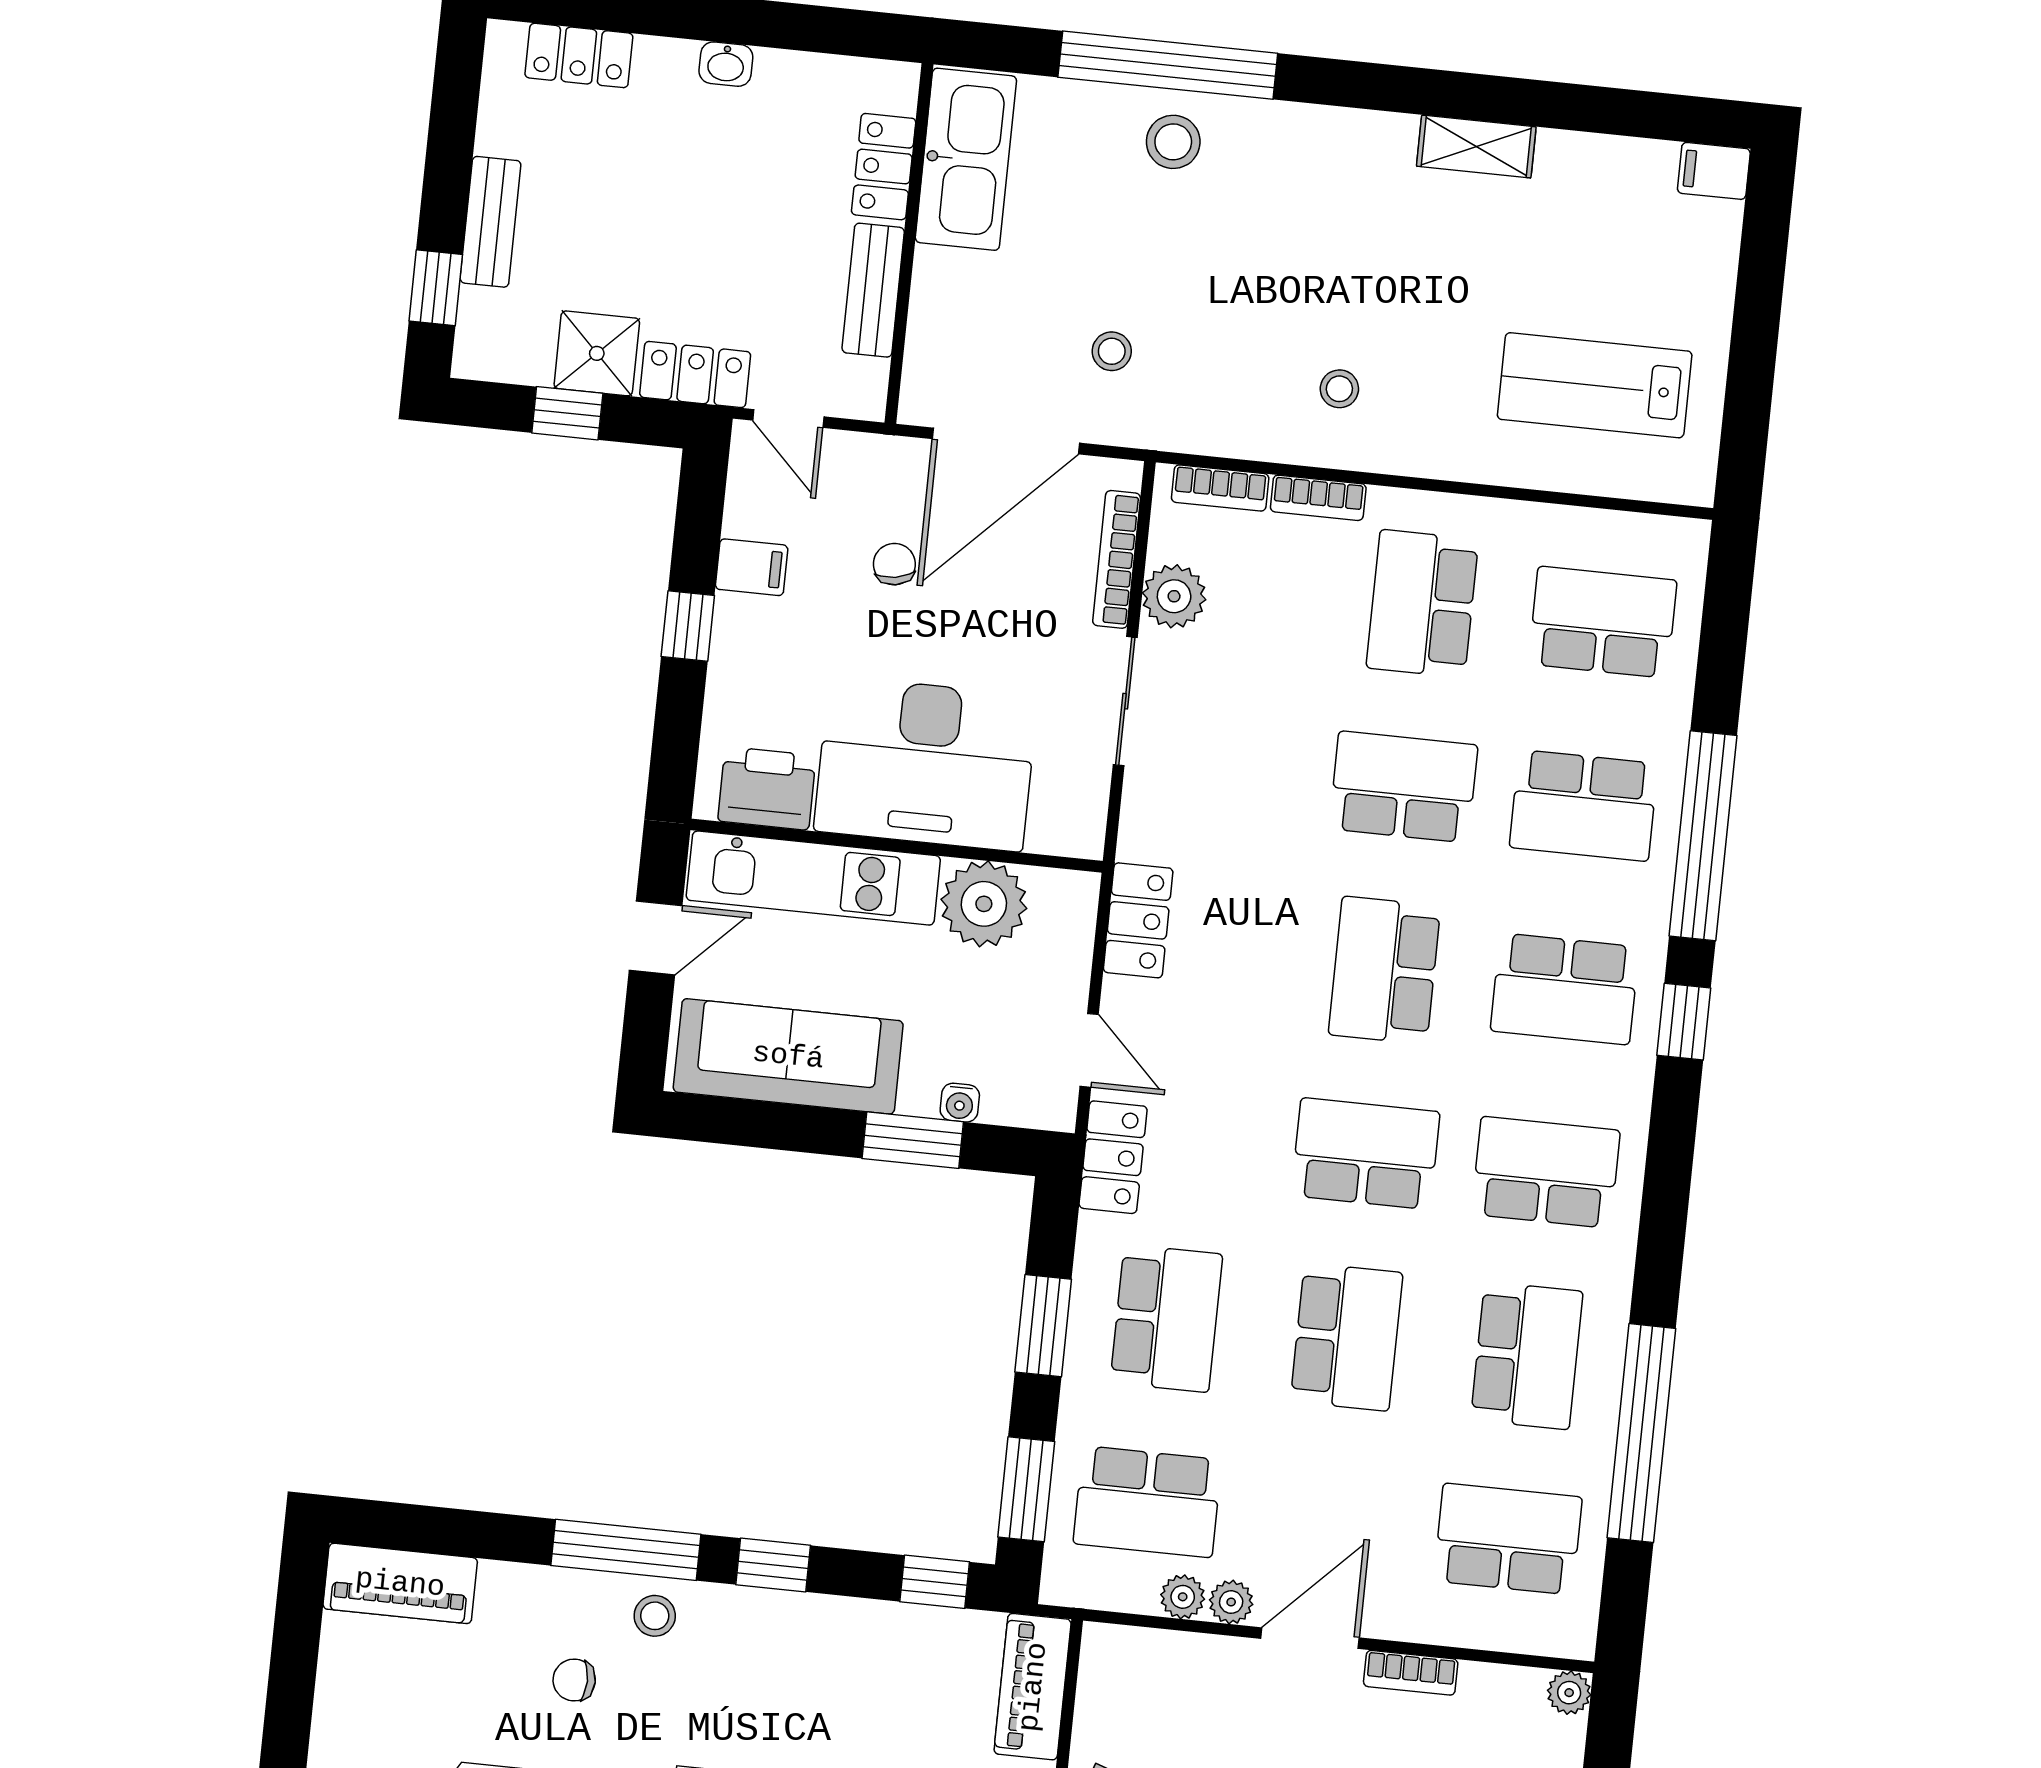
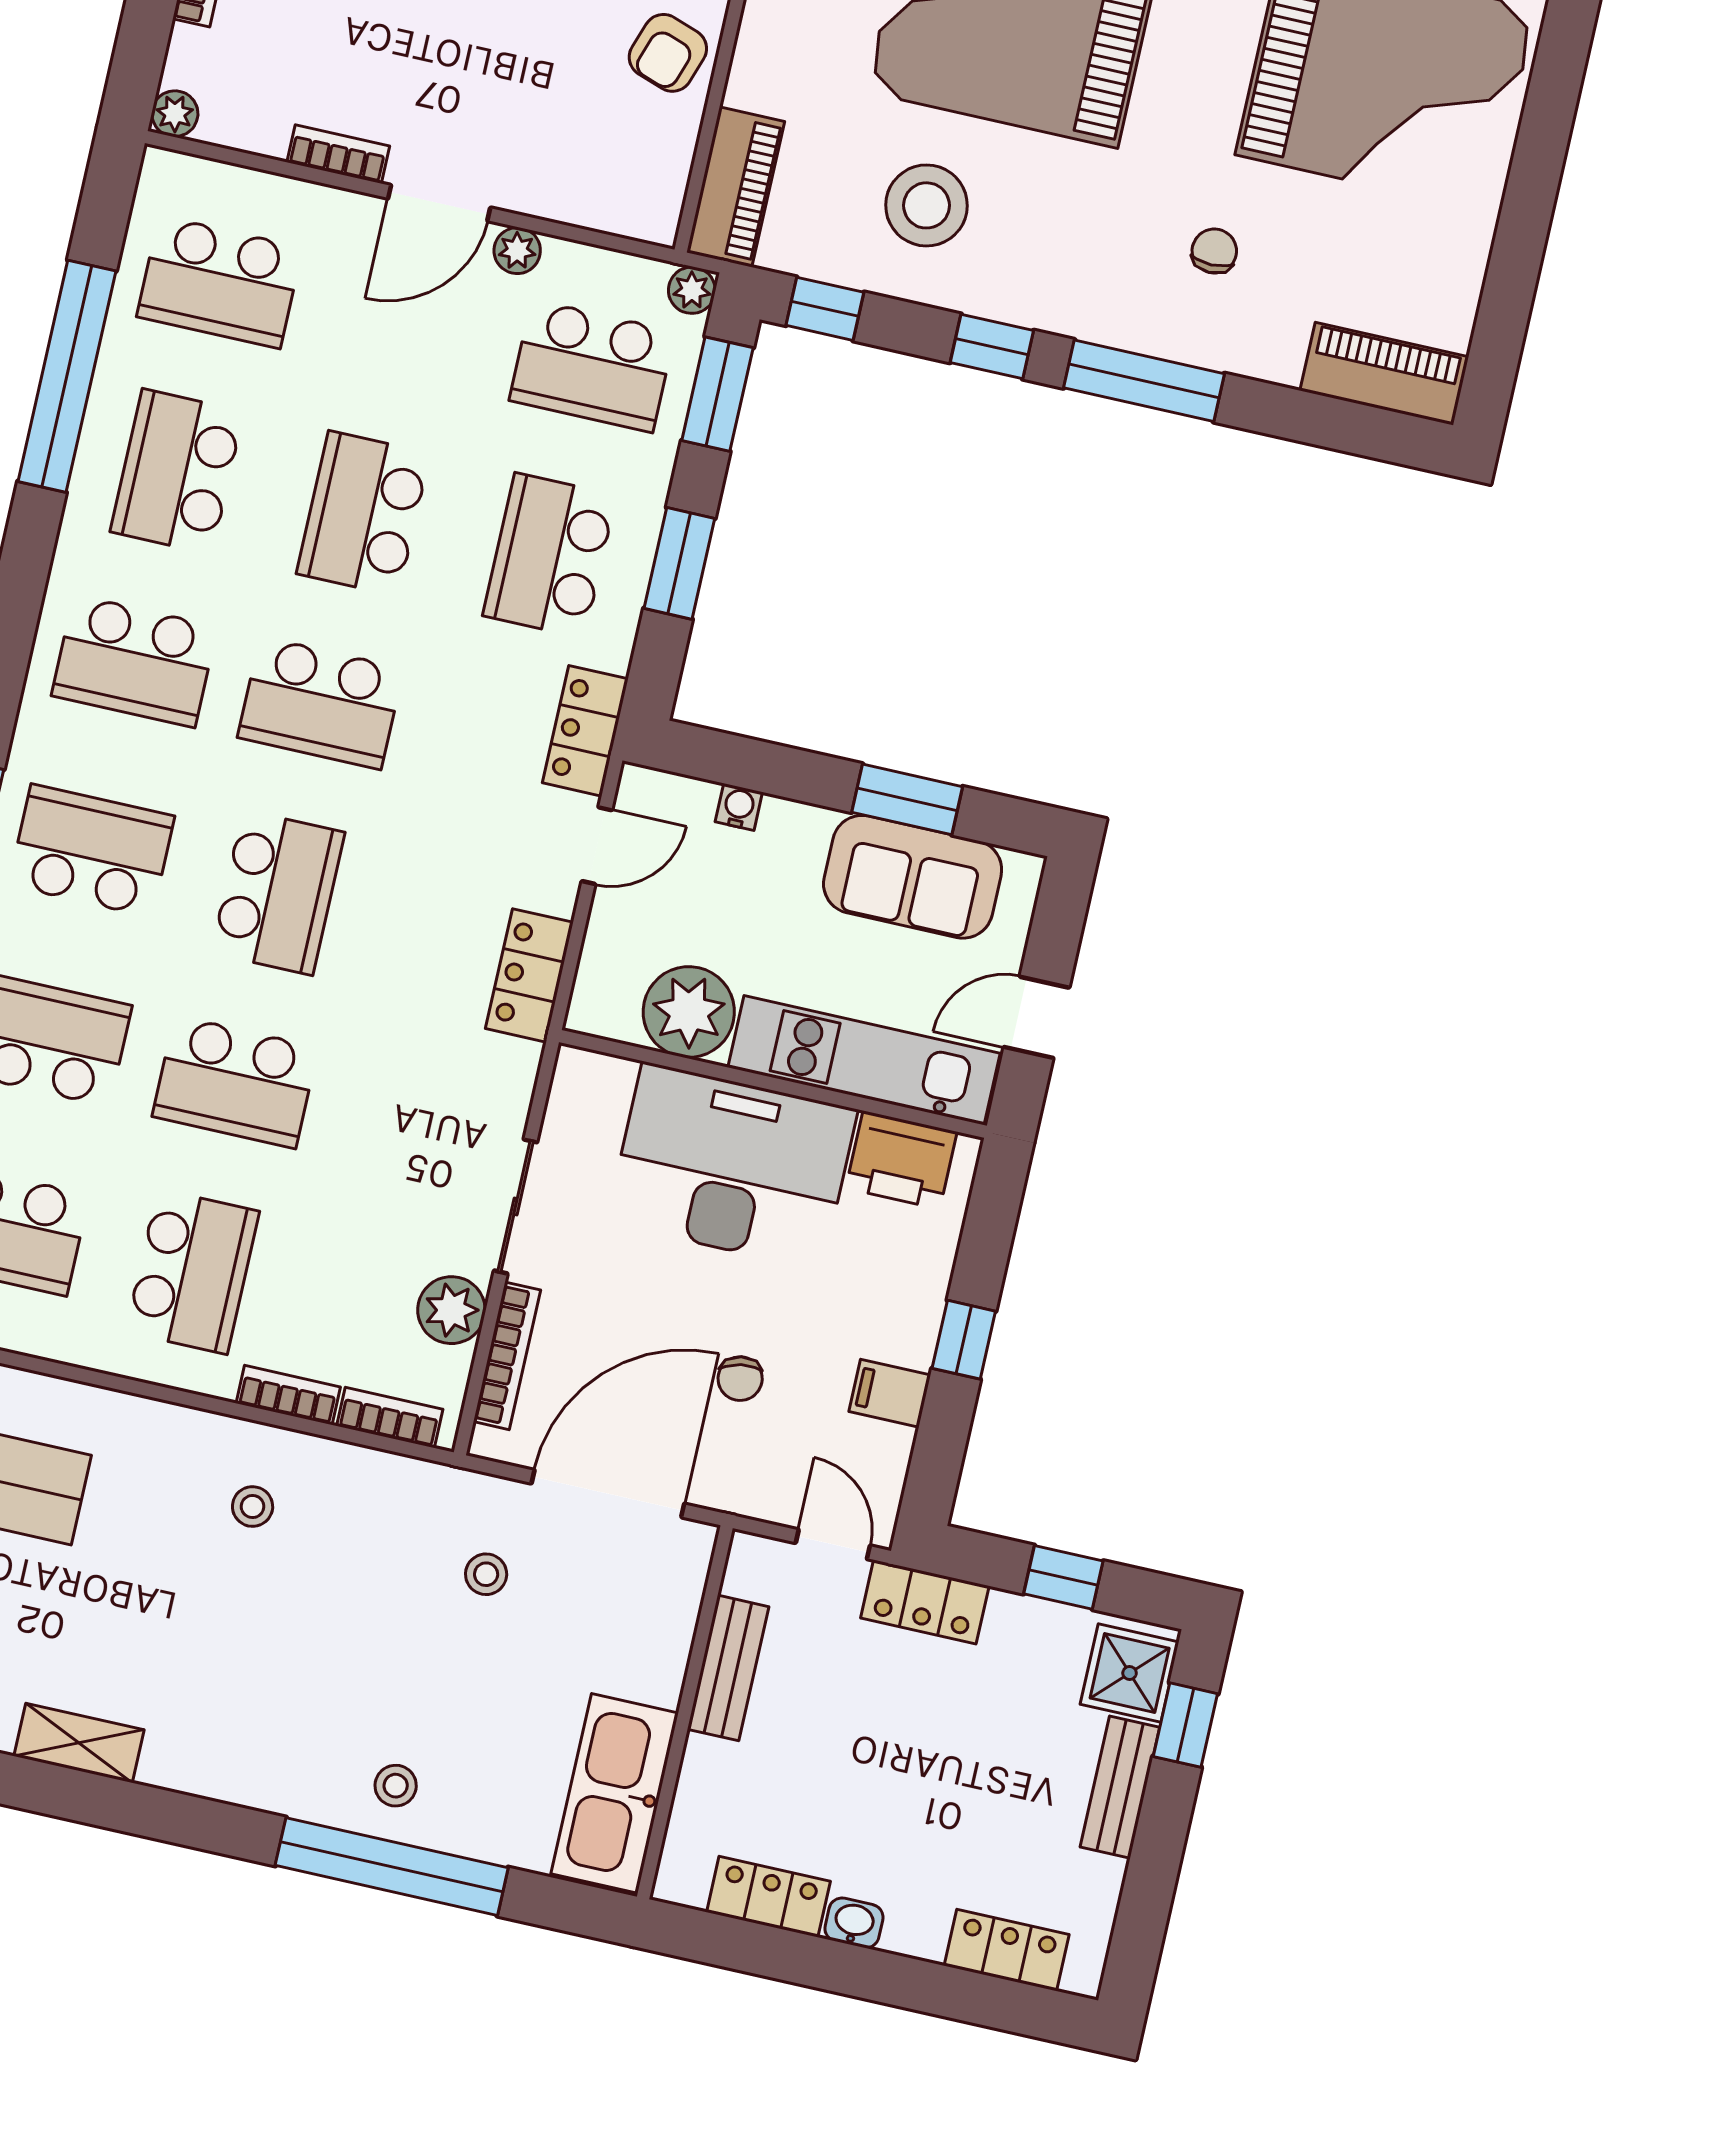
stool: (1173, 142) -> (396, 1786), width x0.73, depth x0.73
locker: (884, 167) -> (768, 1897), moved, turned -90
shower: (597, 353) -> (1130, 1673), moved
door: (1089, 1050) -> (597, 846), swing flipped
sofa: (788, 1056) -> (913, 877), width x0.73
window: (913, 1140) -> (907, 799), moved
school desk: (1147, 1502) -> (592, 366), turned 180
plant: (1183, 1597) -> (692, 290), moved
stool: (655, 1616) -> (927, 205), moved, width x1.89, depth x1.89
chair: (574, 1680) -> (1214, 251), turned -90

